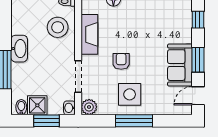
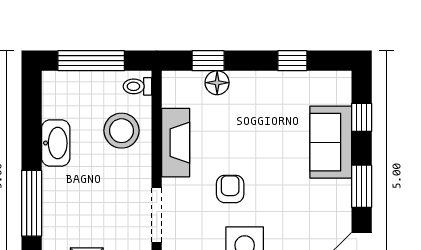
washbasin: (19, 49) -> (56, 143), moved
sofa: (180, 65) -> (331, 142), moved

